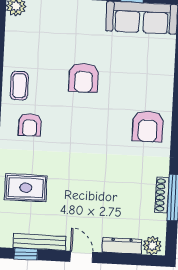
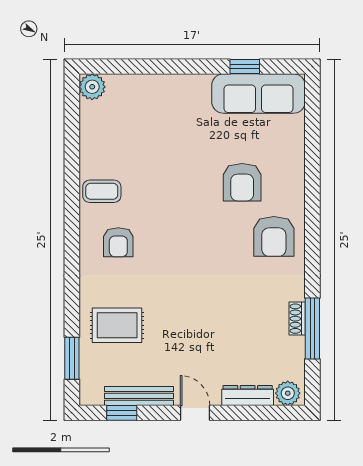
armchair: (84, 78) -> (242, 182), moved
coffee table: (19, 86) -> (102, 191), turned 90
shoe rack: (162, 195) -> (297, 319), width x0.70

